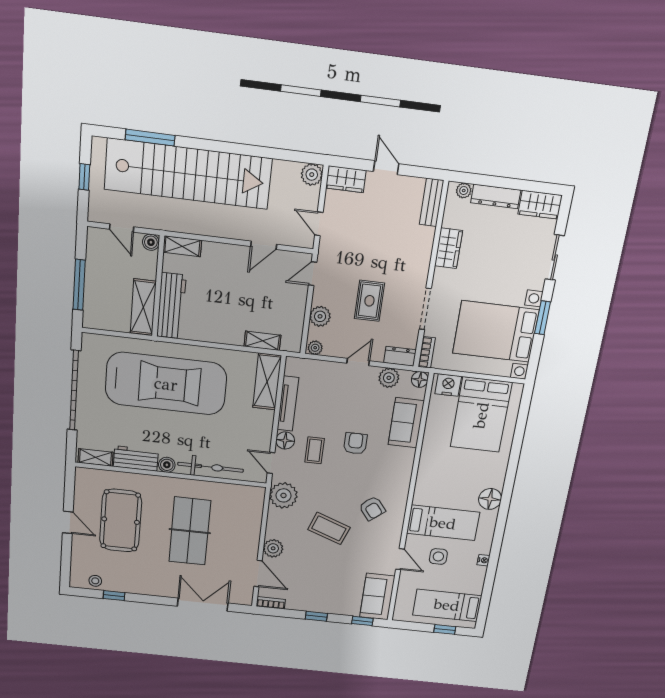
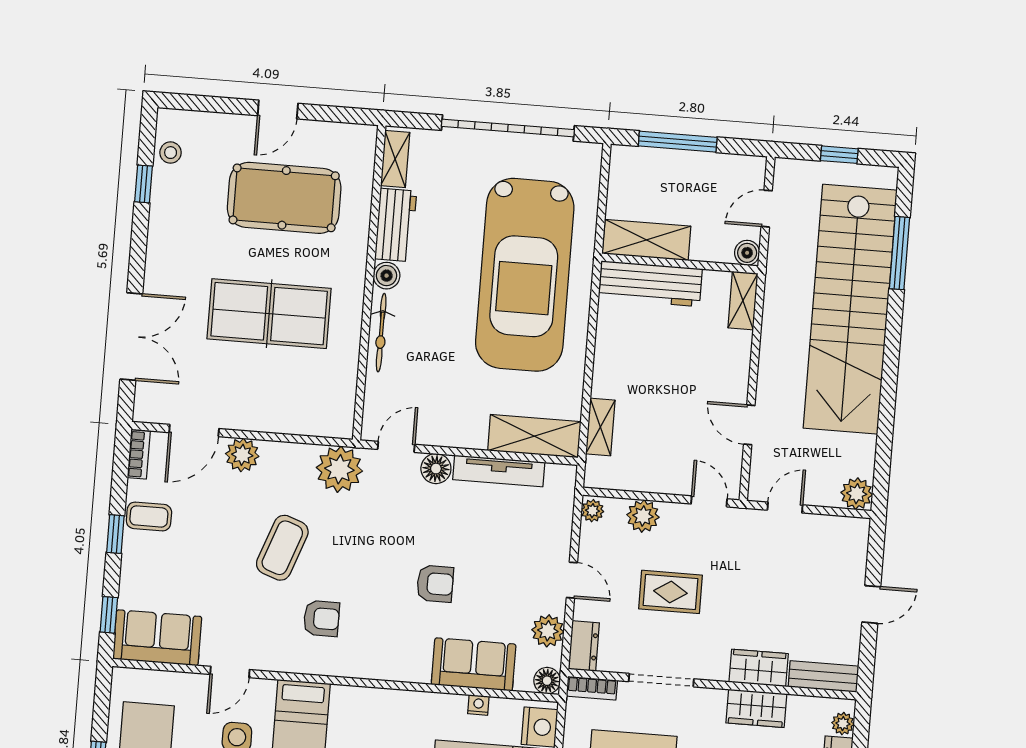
wardrobe: (346, 179) -> (759, 668), moved, turned 90
nightstand: (431, 421) -> (478, 705), added
coffee table: (315, 450) -> (149, 516), moved
bicycle: (211, 467) -> (381, 333), width x0.73, depth x0.71
armchair: (372, 508) -> (321, 618), turned -141

